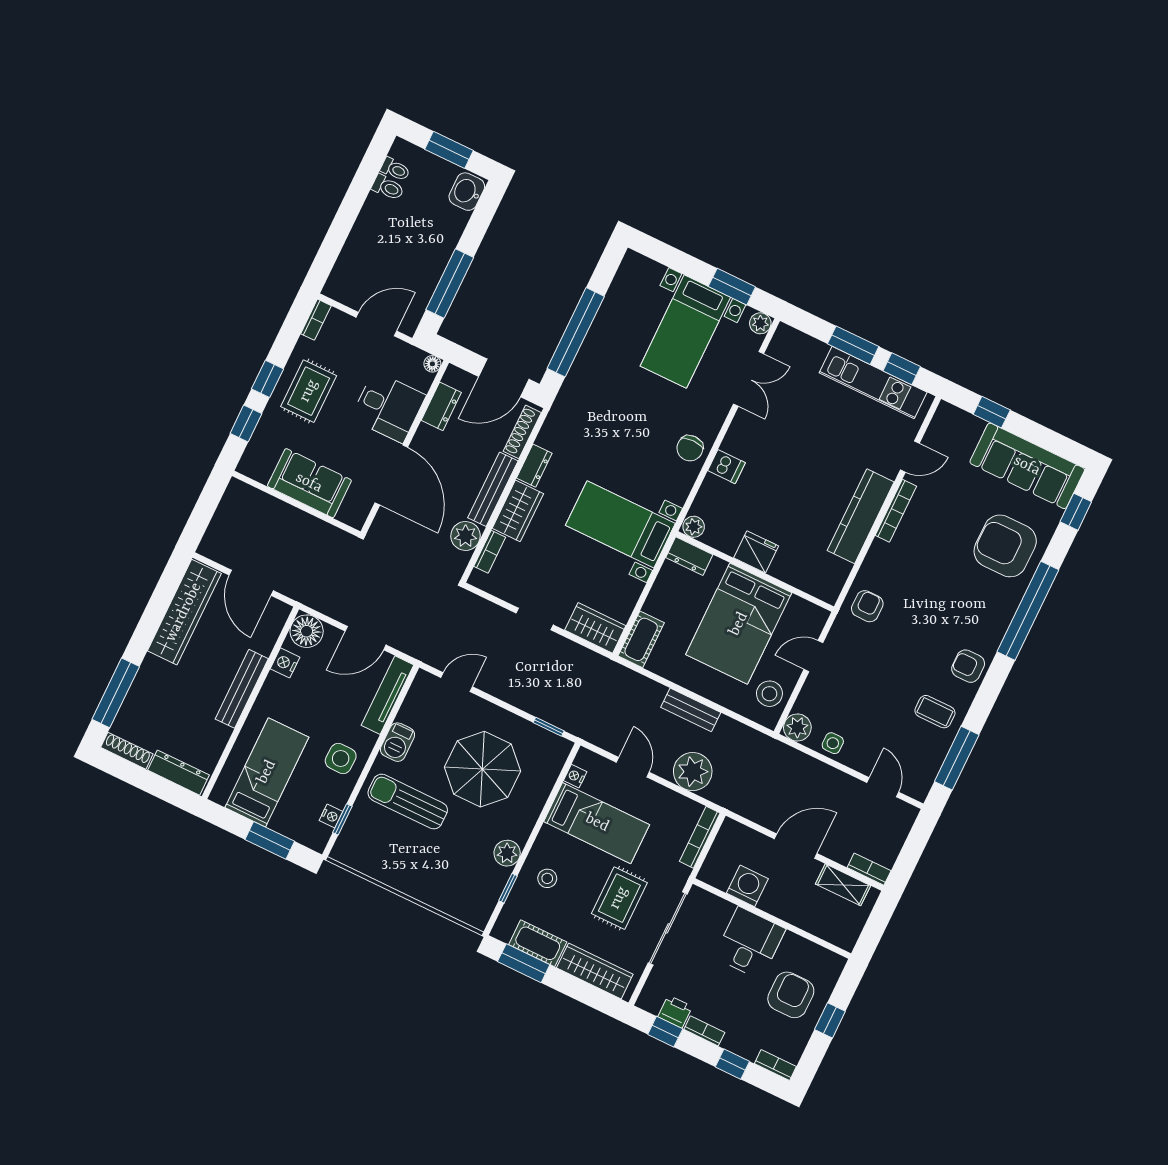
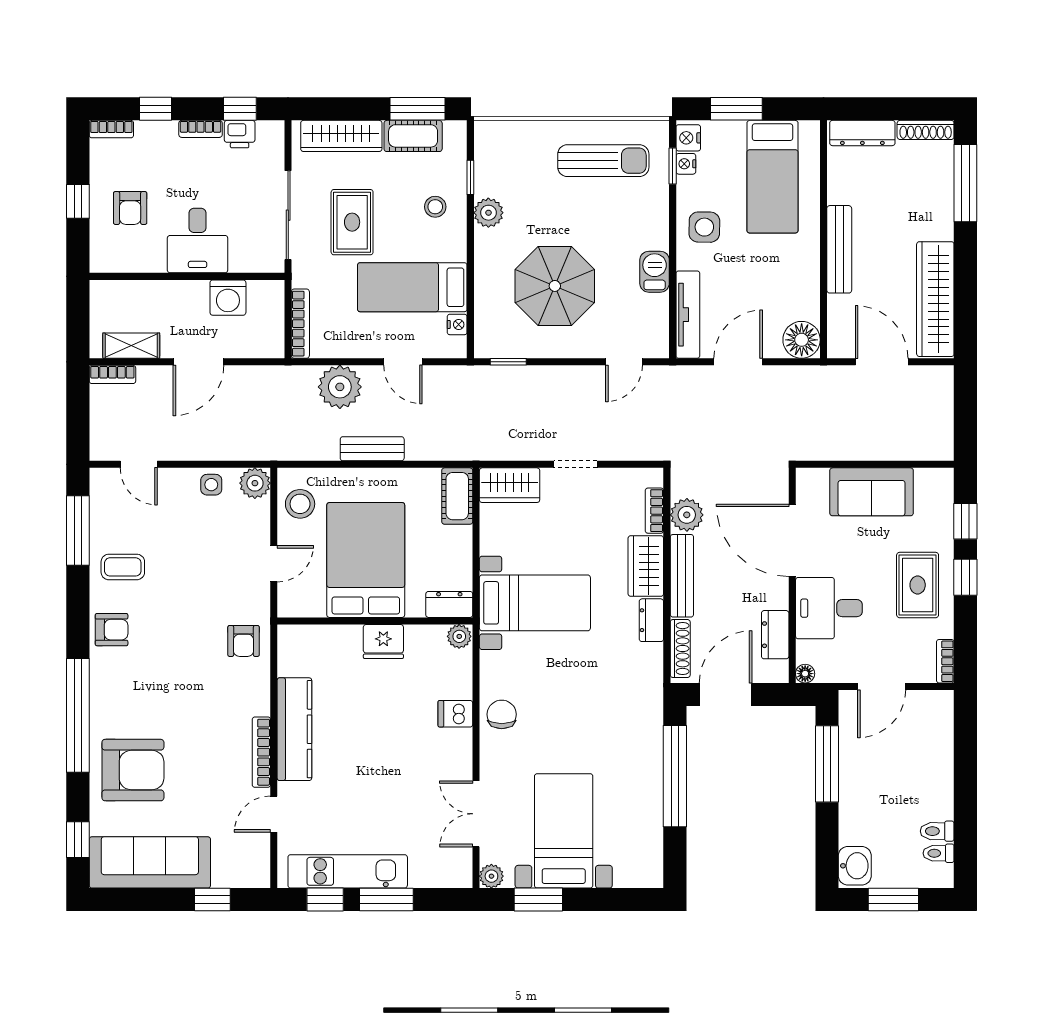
nightstand: (285, 663) -> (688, 138), moved, turned 180
sun lounger: (408, 802) -> (603, 161), moved
armchair: (791, 995) -> (130, 208), width x0.72, depth x0.72

